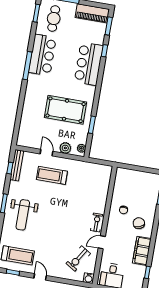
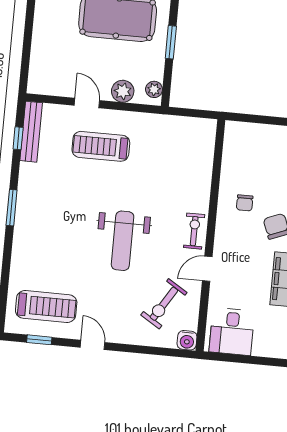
weight bench: (23, 215) -> (123, 241), moved

